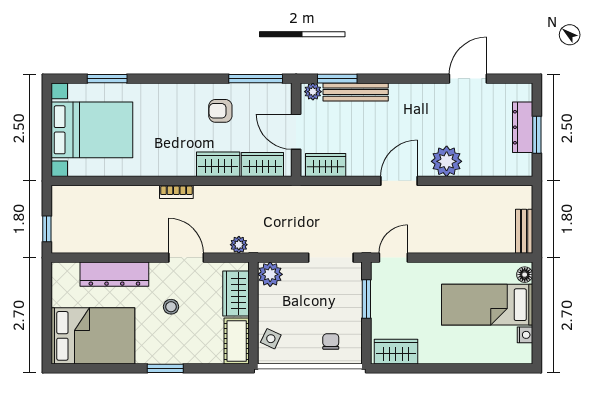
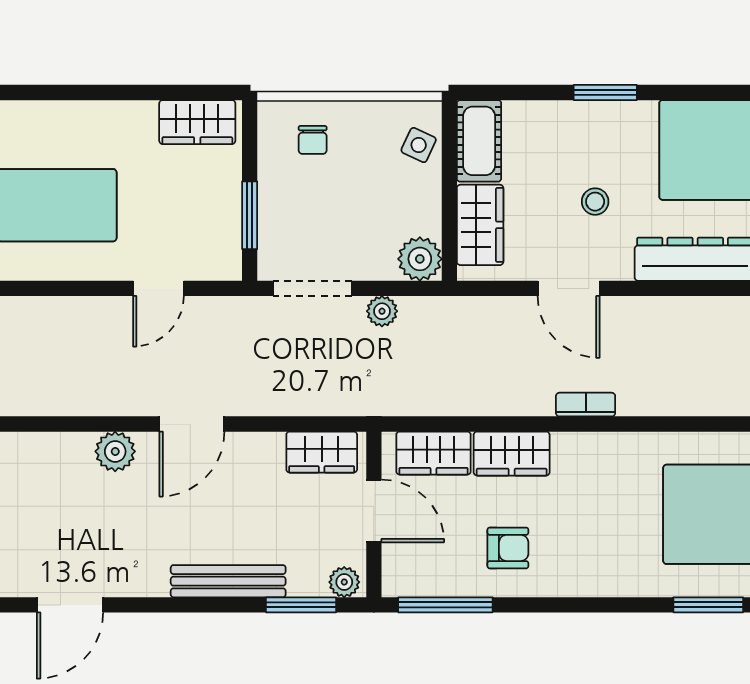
bench: (356, 92) -> (228, 581), moved
plant: (447, 161) -> (115, 451), width x0.73, depth x0.73
plant: (239, 245) -> (382, 311), moved
door: (393, 258) -> (158, 288), moved

